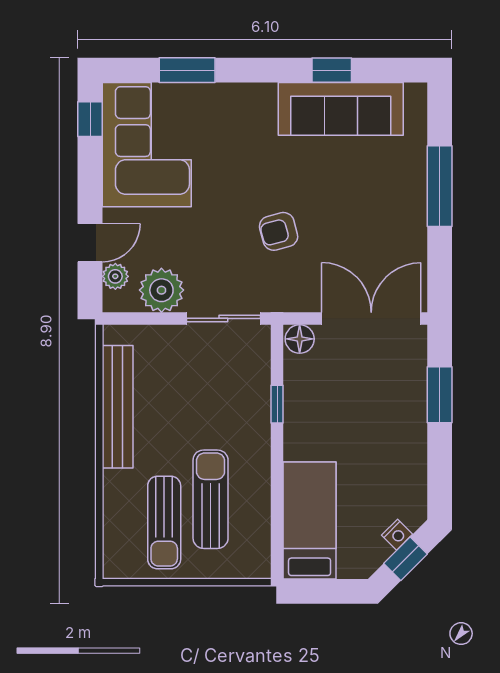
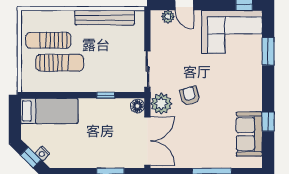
sofa: (341, 109) -> (249, 134), width x0.73
plant: (161, 290) -> (161, 104), moved

